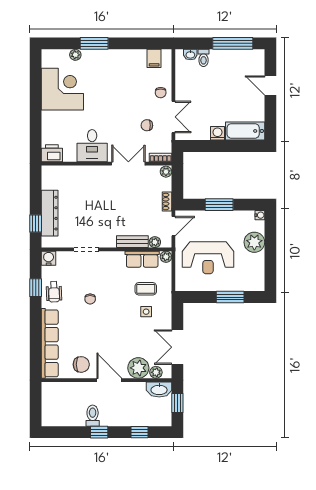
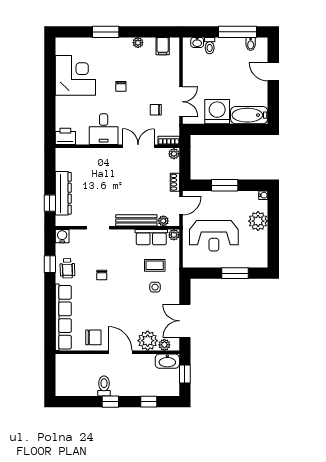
plant: (75, 55) -> (138, 43), moved
bidet: (247, 56) -> (251, 44), added
chair: (161, 93) -> (121, 86), moved
washing machine: (218, 133) -> (217, 112), width x1.89, depth x1.89
bench: (132, 242) -> (136, 220), width x1.36

